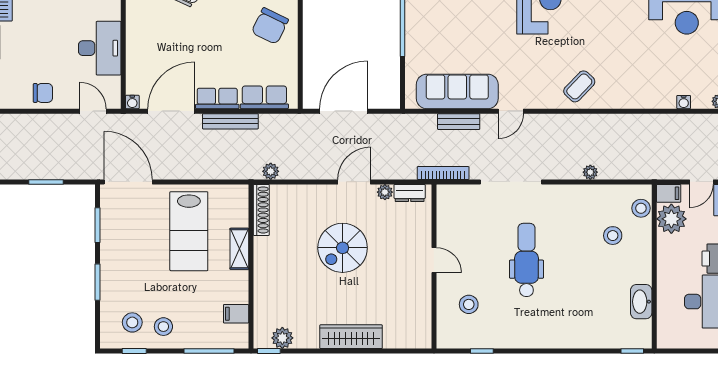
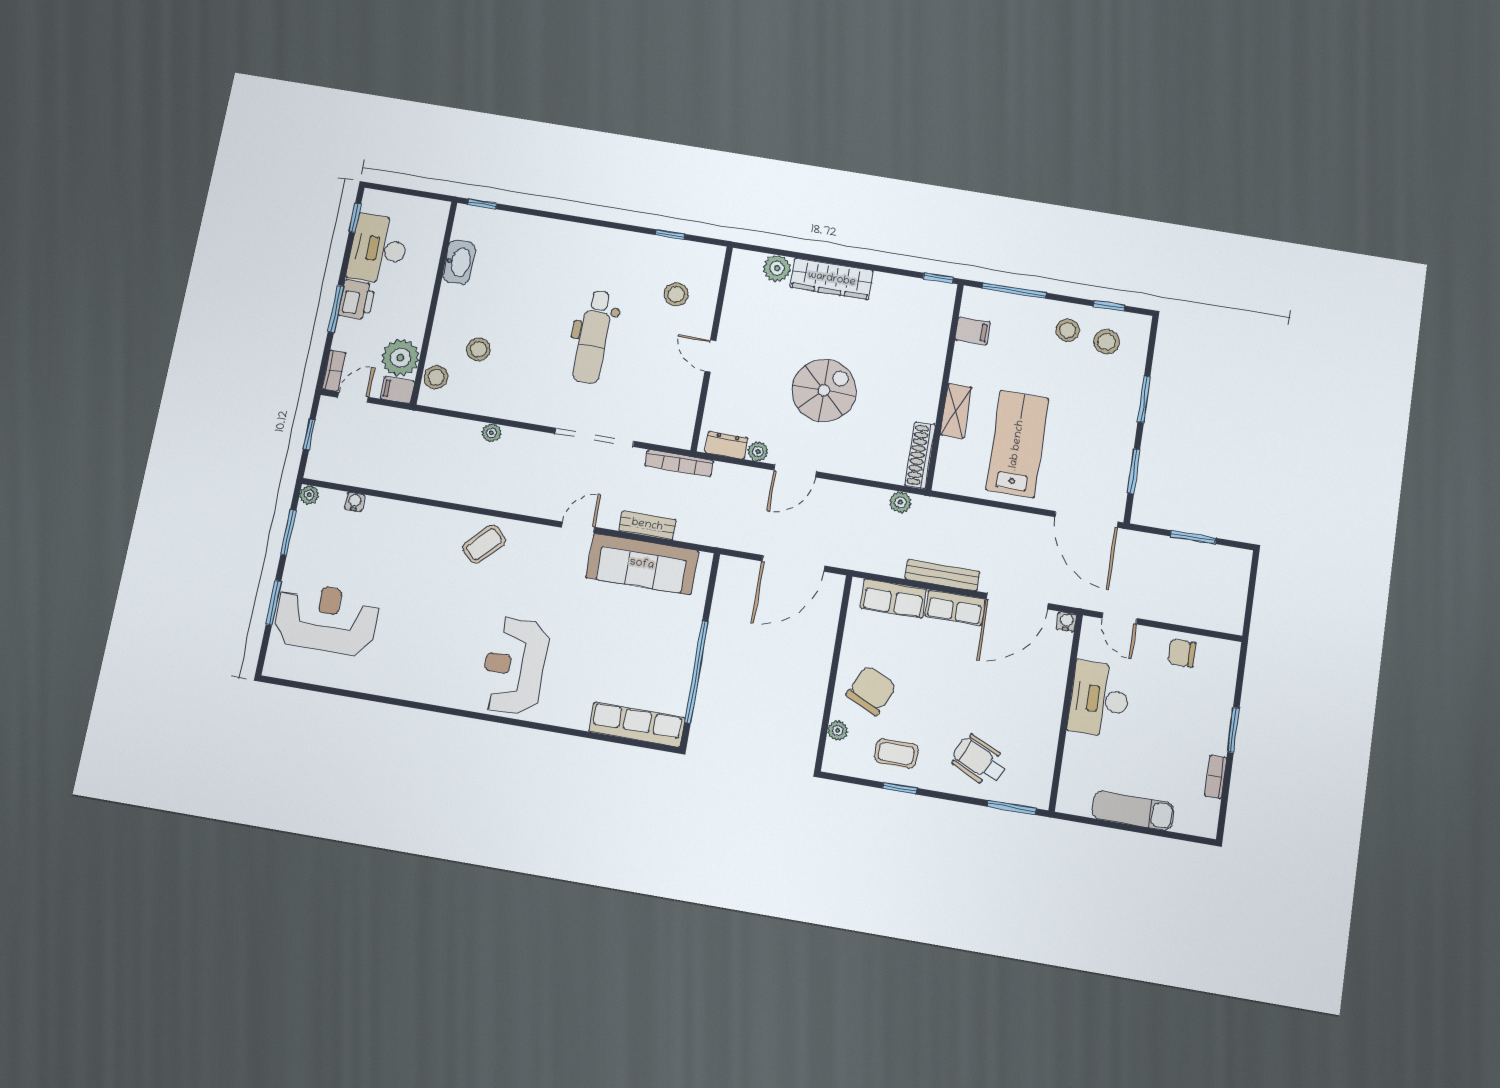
plant: (282, 338) -> (777, 268), moved

